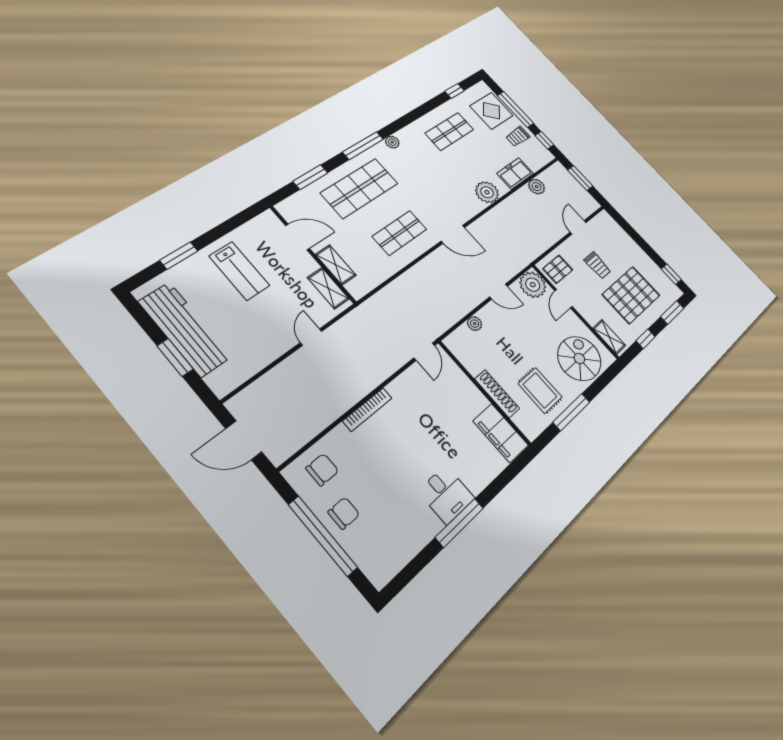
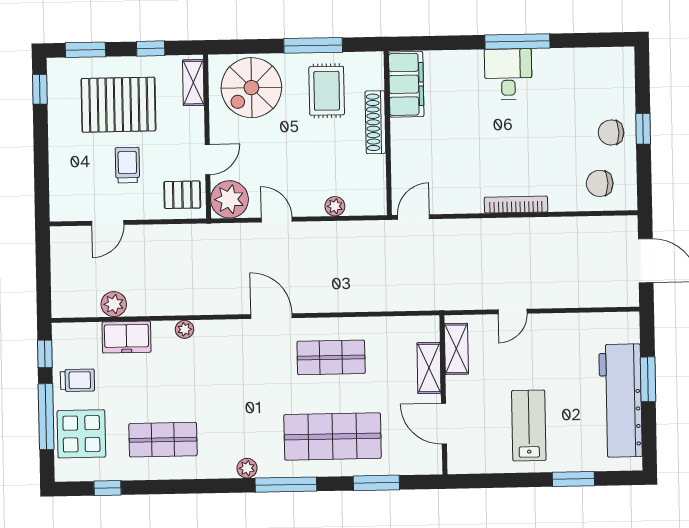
window: (580, 178) -> (43, 278), removed
plant: (487, 192) -> (185, 329), width x0.53, depth x0.53
window: (323, 536) -> (643, 129), width x0.32

